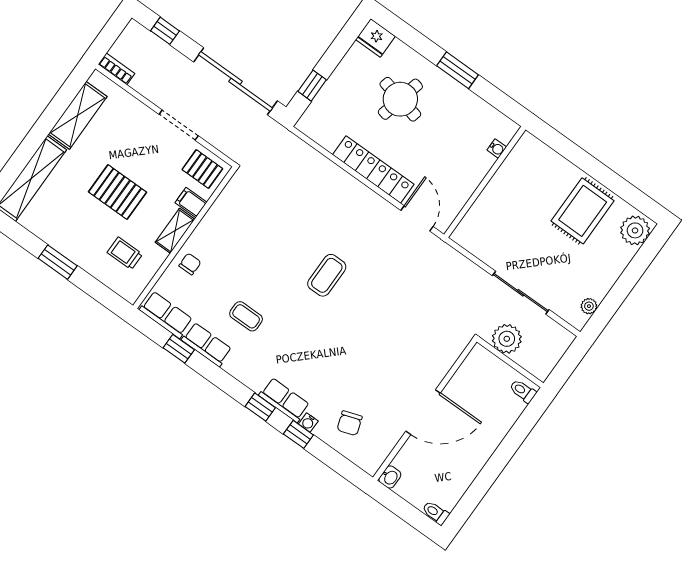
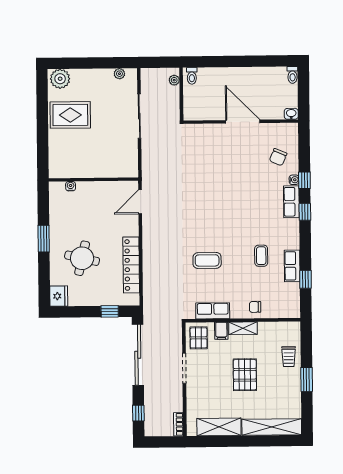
locker: (373, 170) -> (131, 265), moved
trolley: (125, 253) -> (289, 357), moved
coffee table: (327, 275) -> (207, 260), moved
row of seats: (166, 315) -> (213, 311), moved, turned 90
plant: (507, 339) -> (174, 80), moved, width x0.53, depth x0.53
chair: (350, 423) -> (278, 157), turned 132

